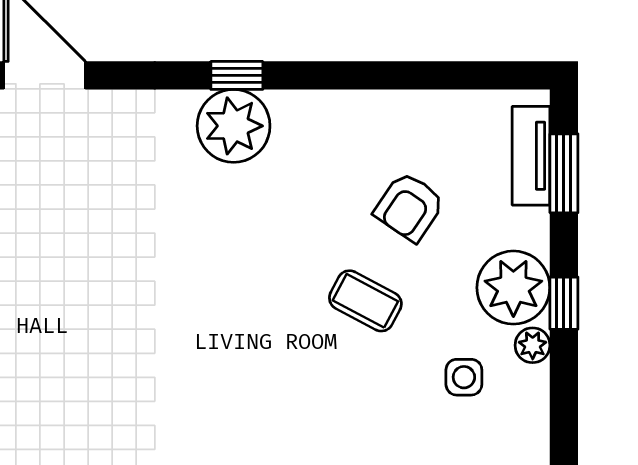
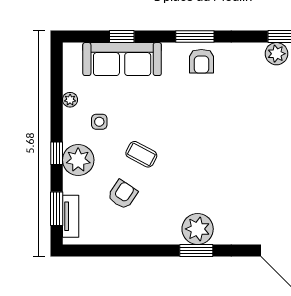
window: (237, 75) -> (196, 250), width x1.50
plant: (533, 345) -> (70, 100), moved

